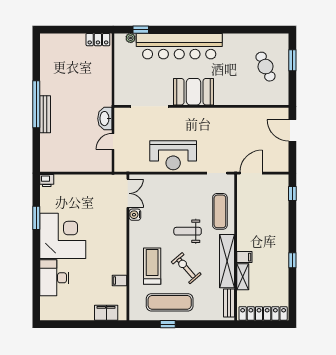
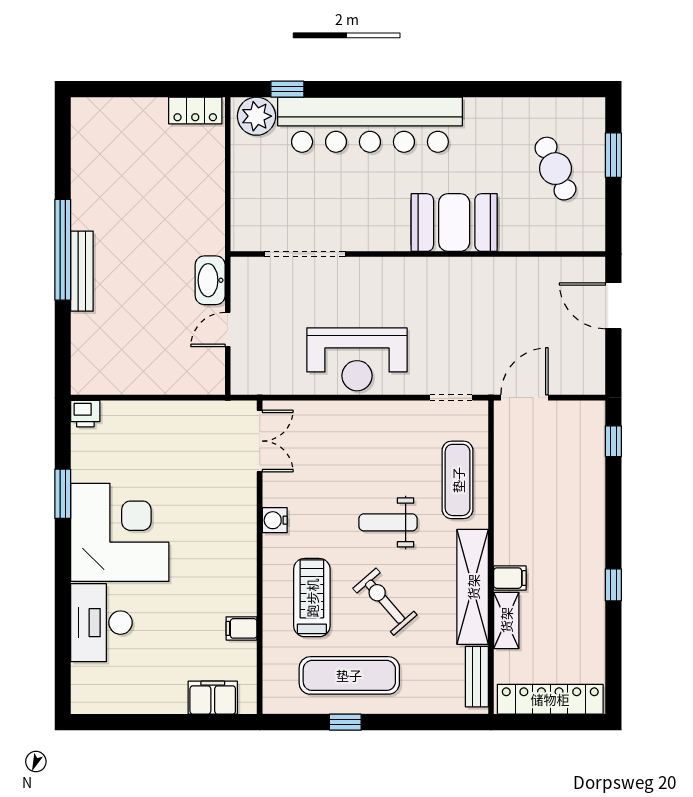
plant: (131, 38) -> (256, 116), width x1.88, depth x1.88
booth: (194, 92) -> (454, 223), moved
water cooler: (135, 215) -> (275, 520), moved

